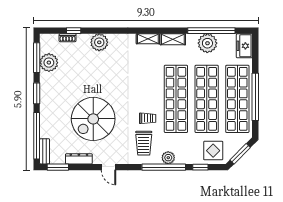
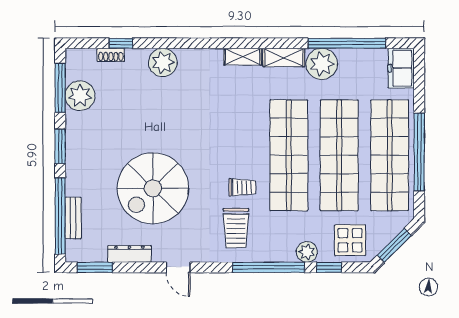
plant: (207, 43) -> (322, 64), moved
bench: (45, 151) -> (73, 218), moved
plant: (168, 158) -> (307, 252), moved

